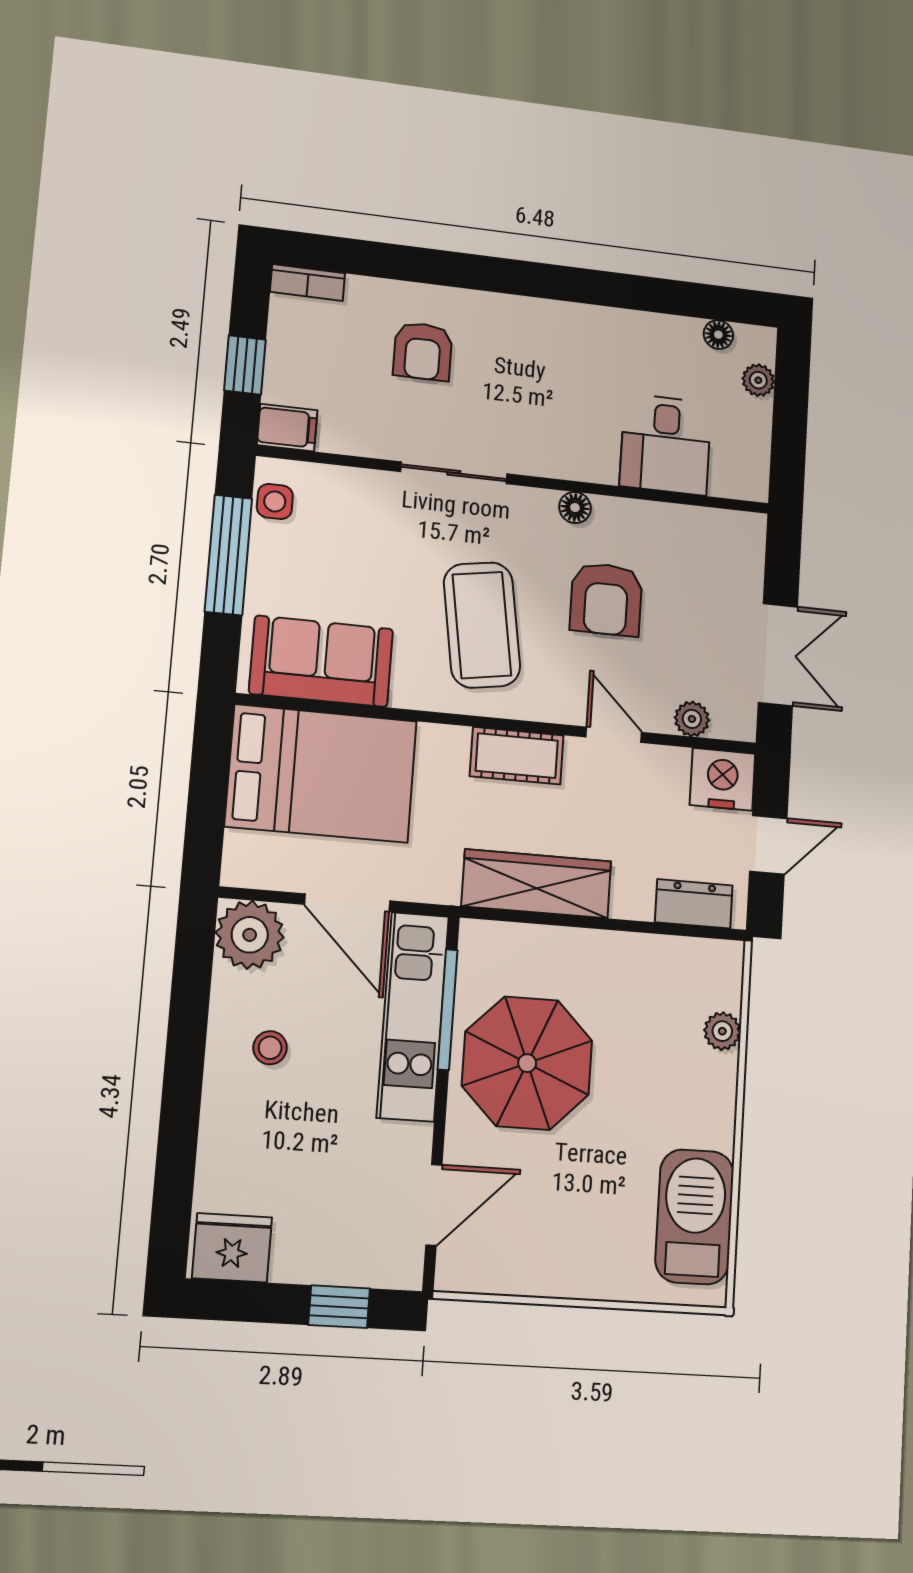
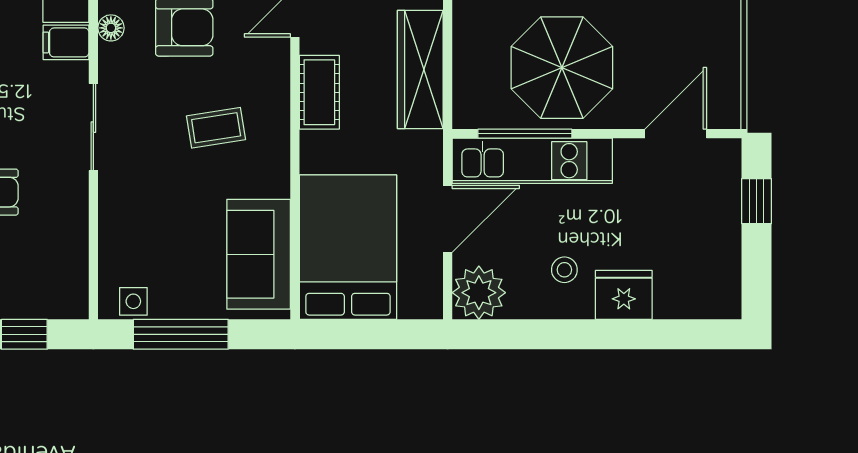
filing cabinet: (287, 428) -> (66, 42), moved, turned -90
sliding door: (454, 473) -> (93, 127), moved
floor lamp: (575, 508) -> (111, 28), moved
coffee table: (482, 625) -> (216, 128), width x0.54, depth x0.58
door: (434, 1205) -> (676, 134), hinge flipped
fridge: (232, 1248) -> (624, 295), moved, turned 90

